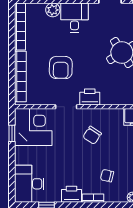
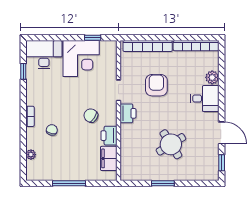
armchair: (61, 68) -> (156, 85), turned 89
corner desk: (33, 127) -> (81, 58), moved
printer: (71, 194) -> (109, 136), moved, turned 180

